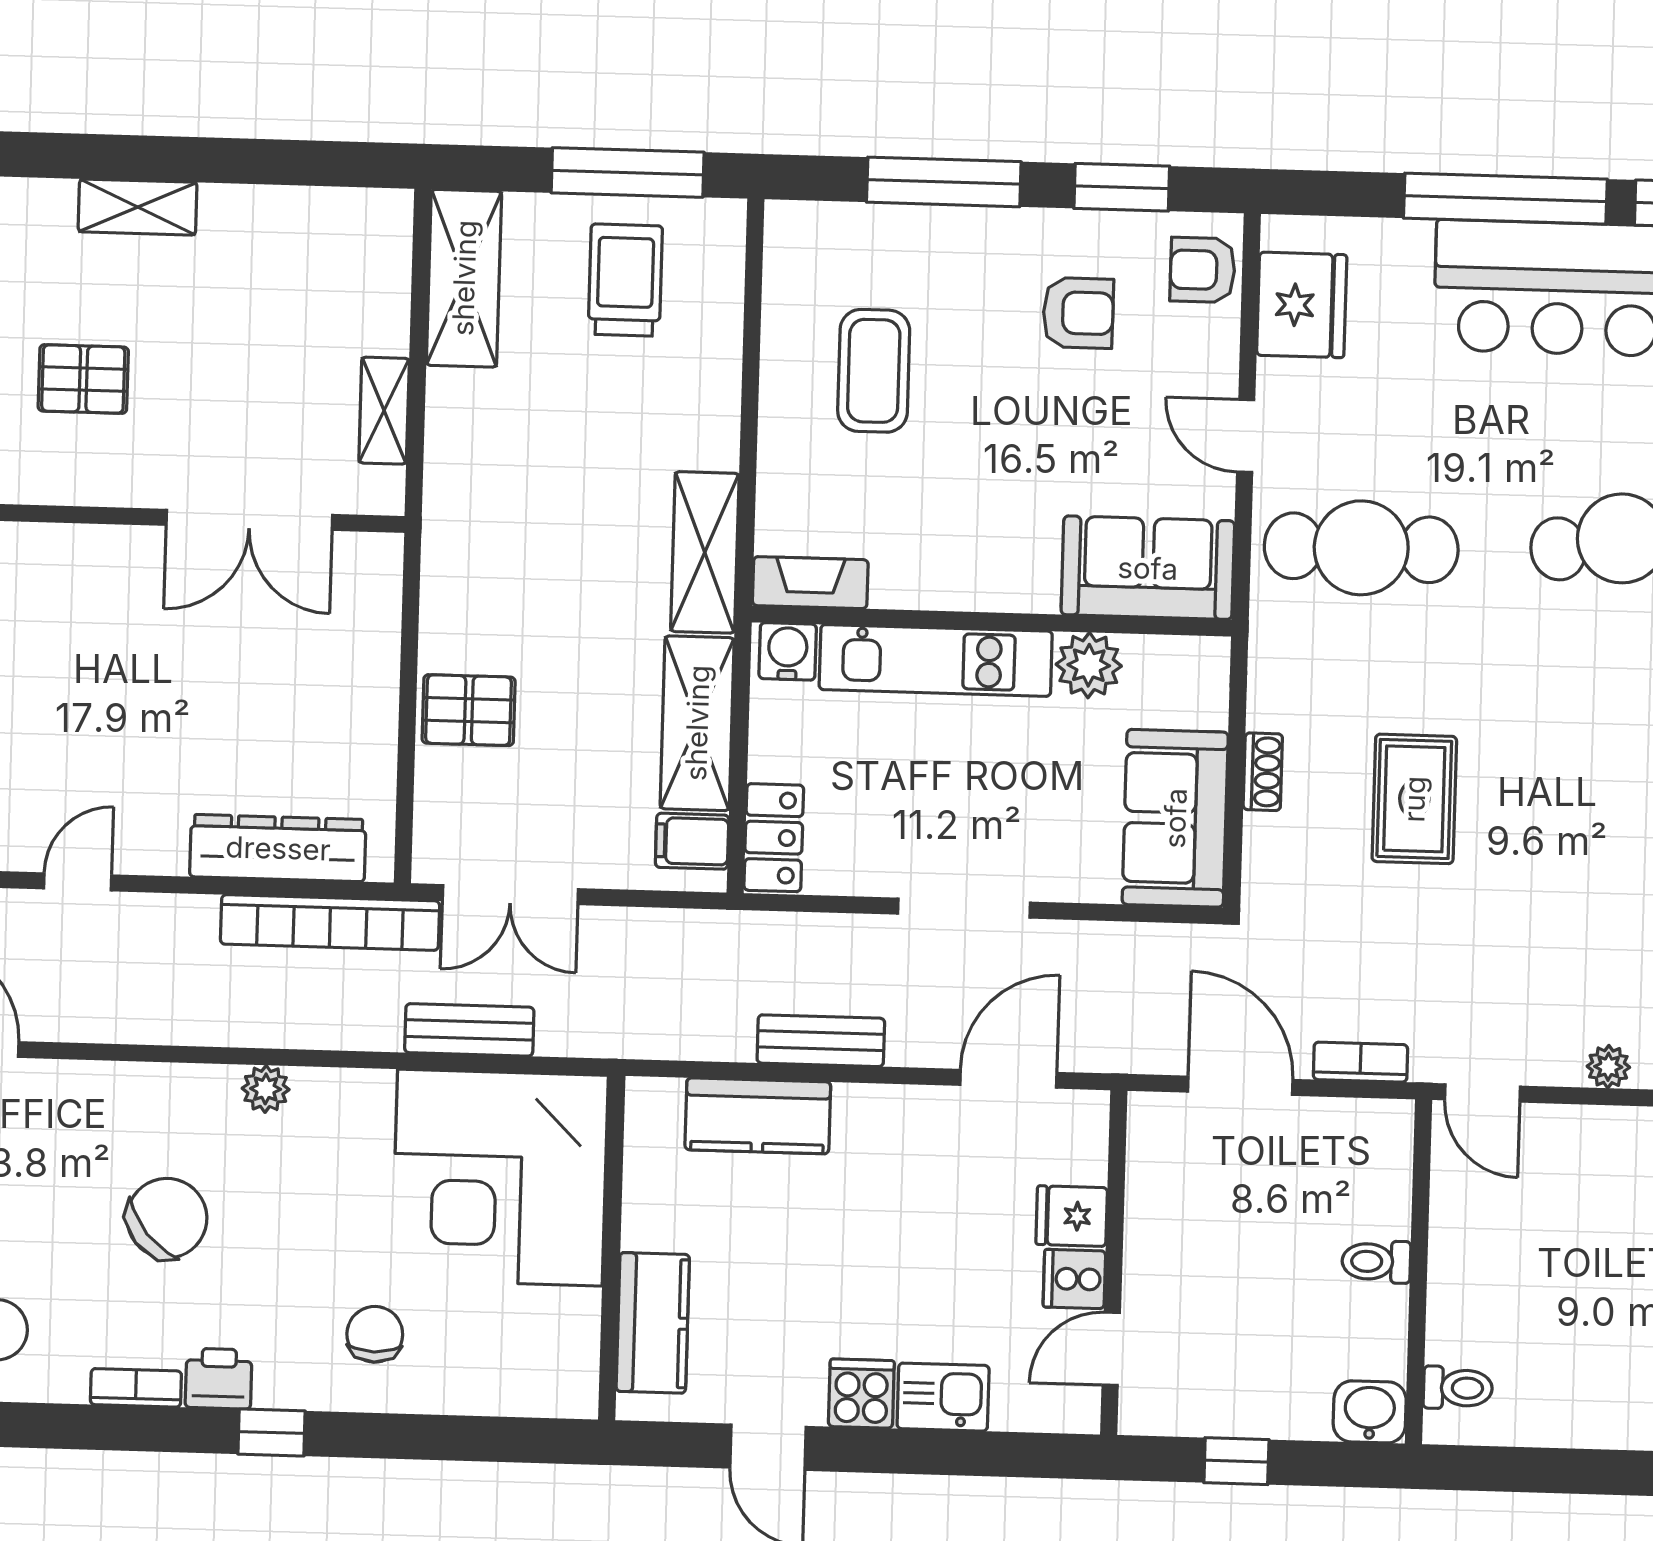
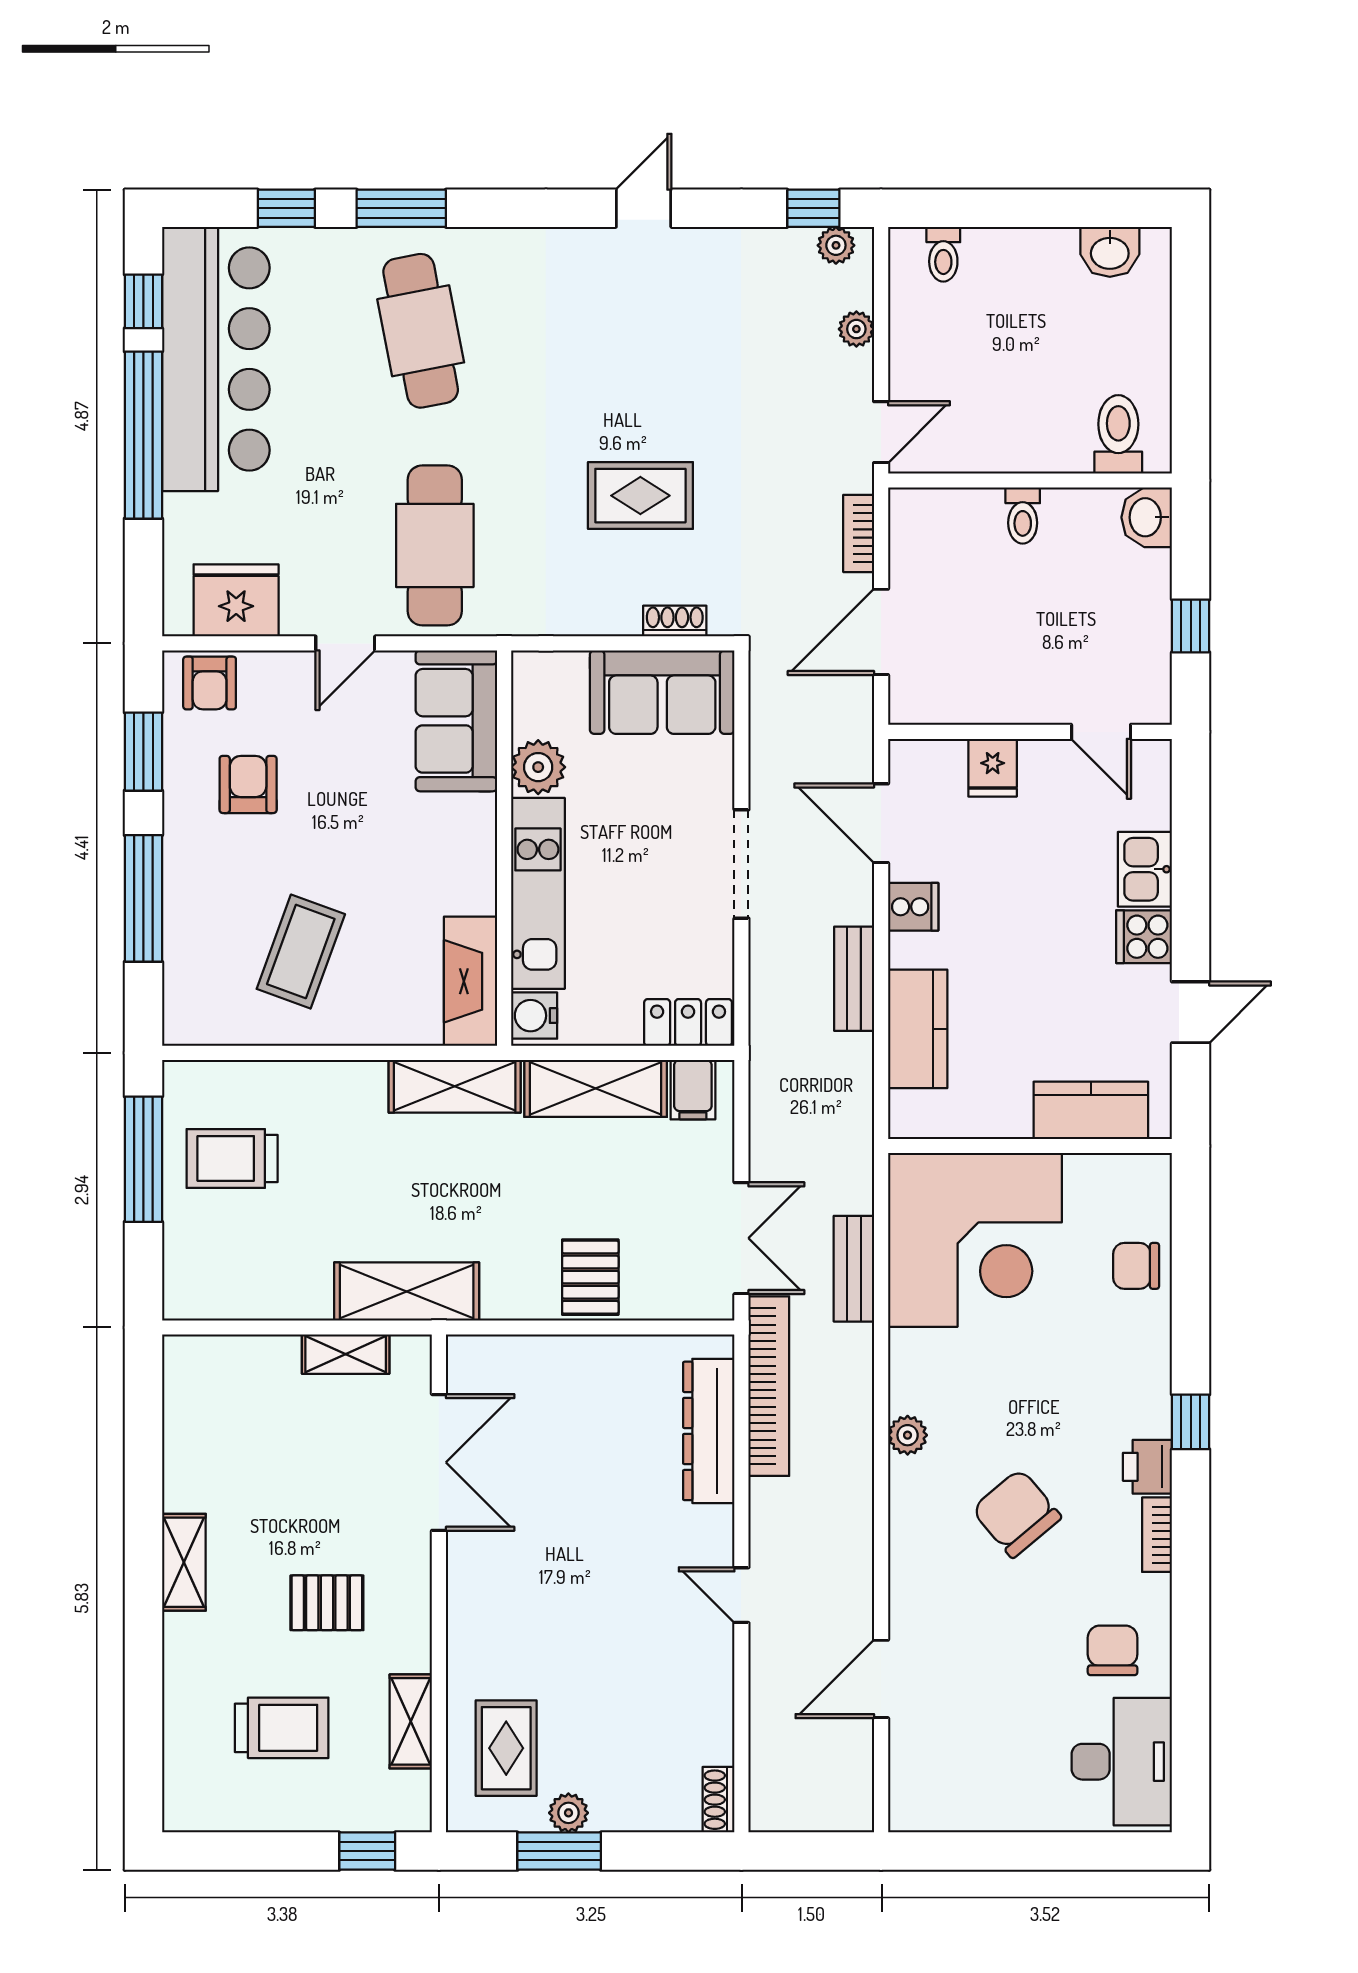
shelving: (464, 278) -> (407, 1291), moved
coffee table: (874, 371) -> (301, 952), turned -70
pallet: (83, 379) -> (327, 1603), turned 90
fireplace: (810, 583) -> (470, 981), width x1.37, depth x1.32
shoe rack: (1263, 772) -> (675, 621), moved
cooker: (1074, 1279) -> (913, 907), moved, turned -90
chair: (375, 1334) -> (1136, 1266), moved
toilet: (1458, 1388) -> (1118, 434), width x1.37, depth x1.39

